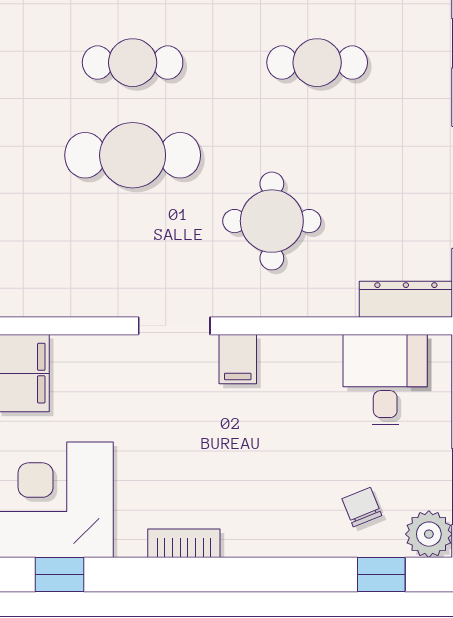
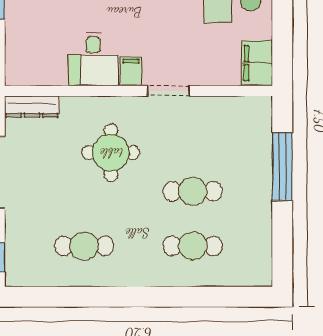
cafe table: (133, 155) -> (193, 191), width x0.73, depth x0.74
desk: (385, 380) -> (93, 59), moved

